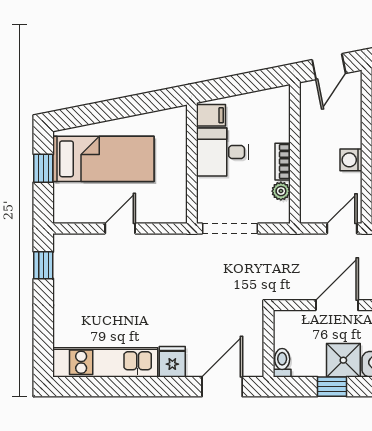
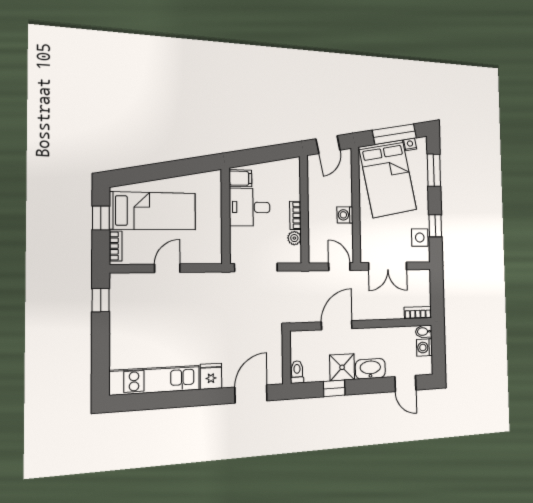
bookcase: (60, 201) -> (116, 246), added
door: (342, 228) -> (339, 267), hinge flipped

